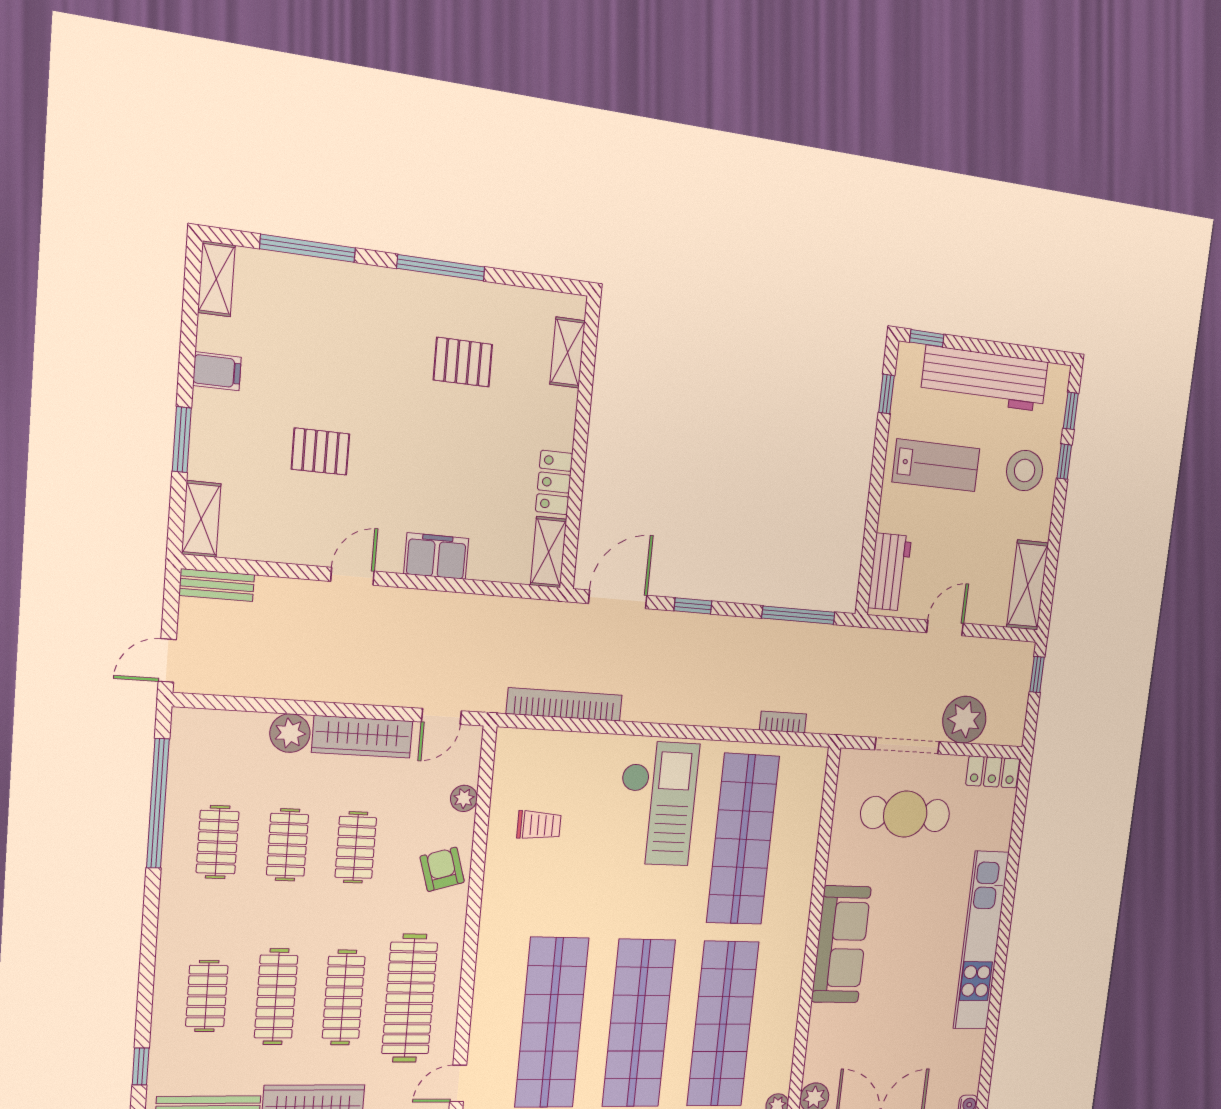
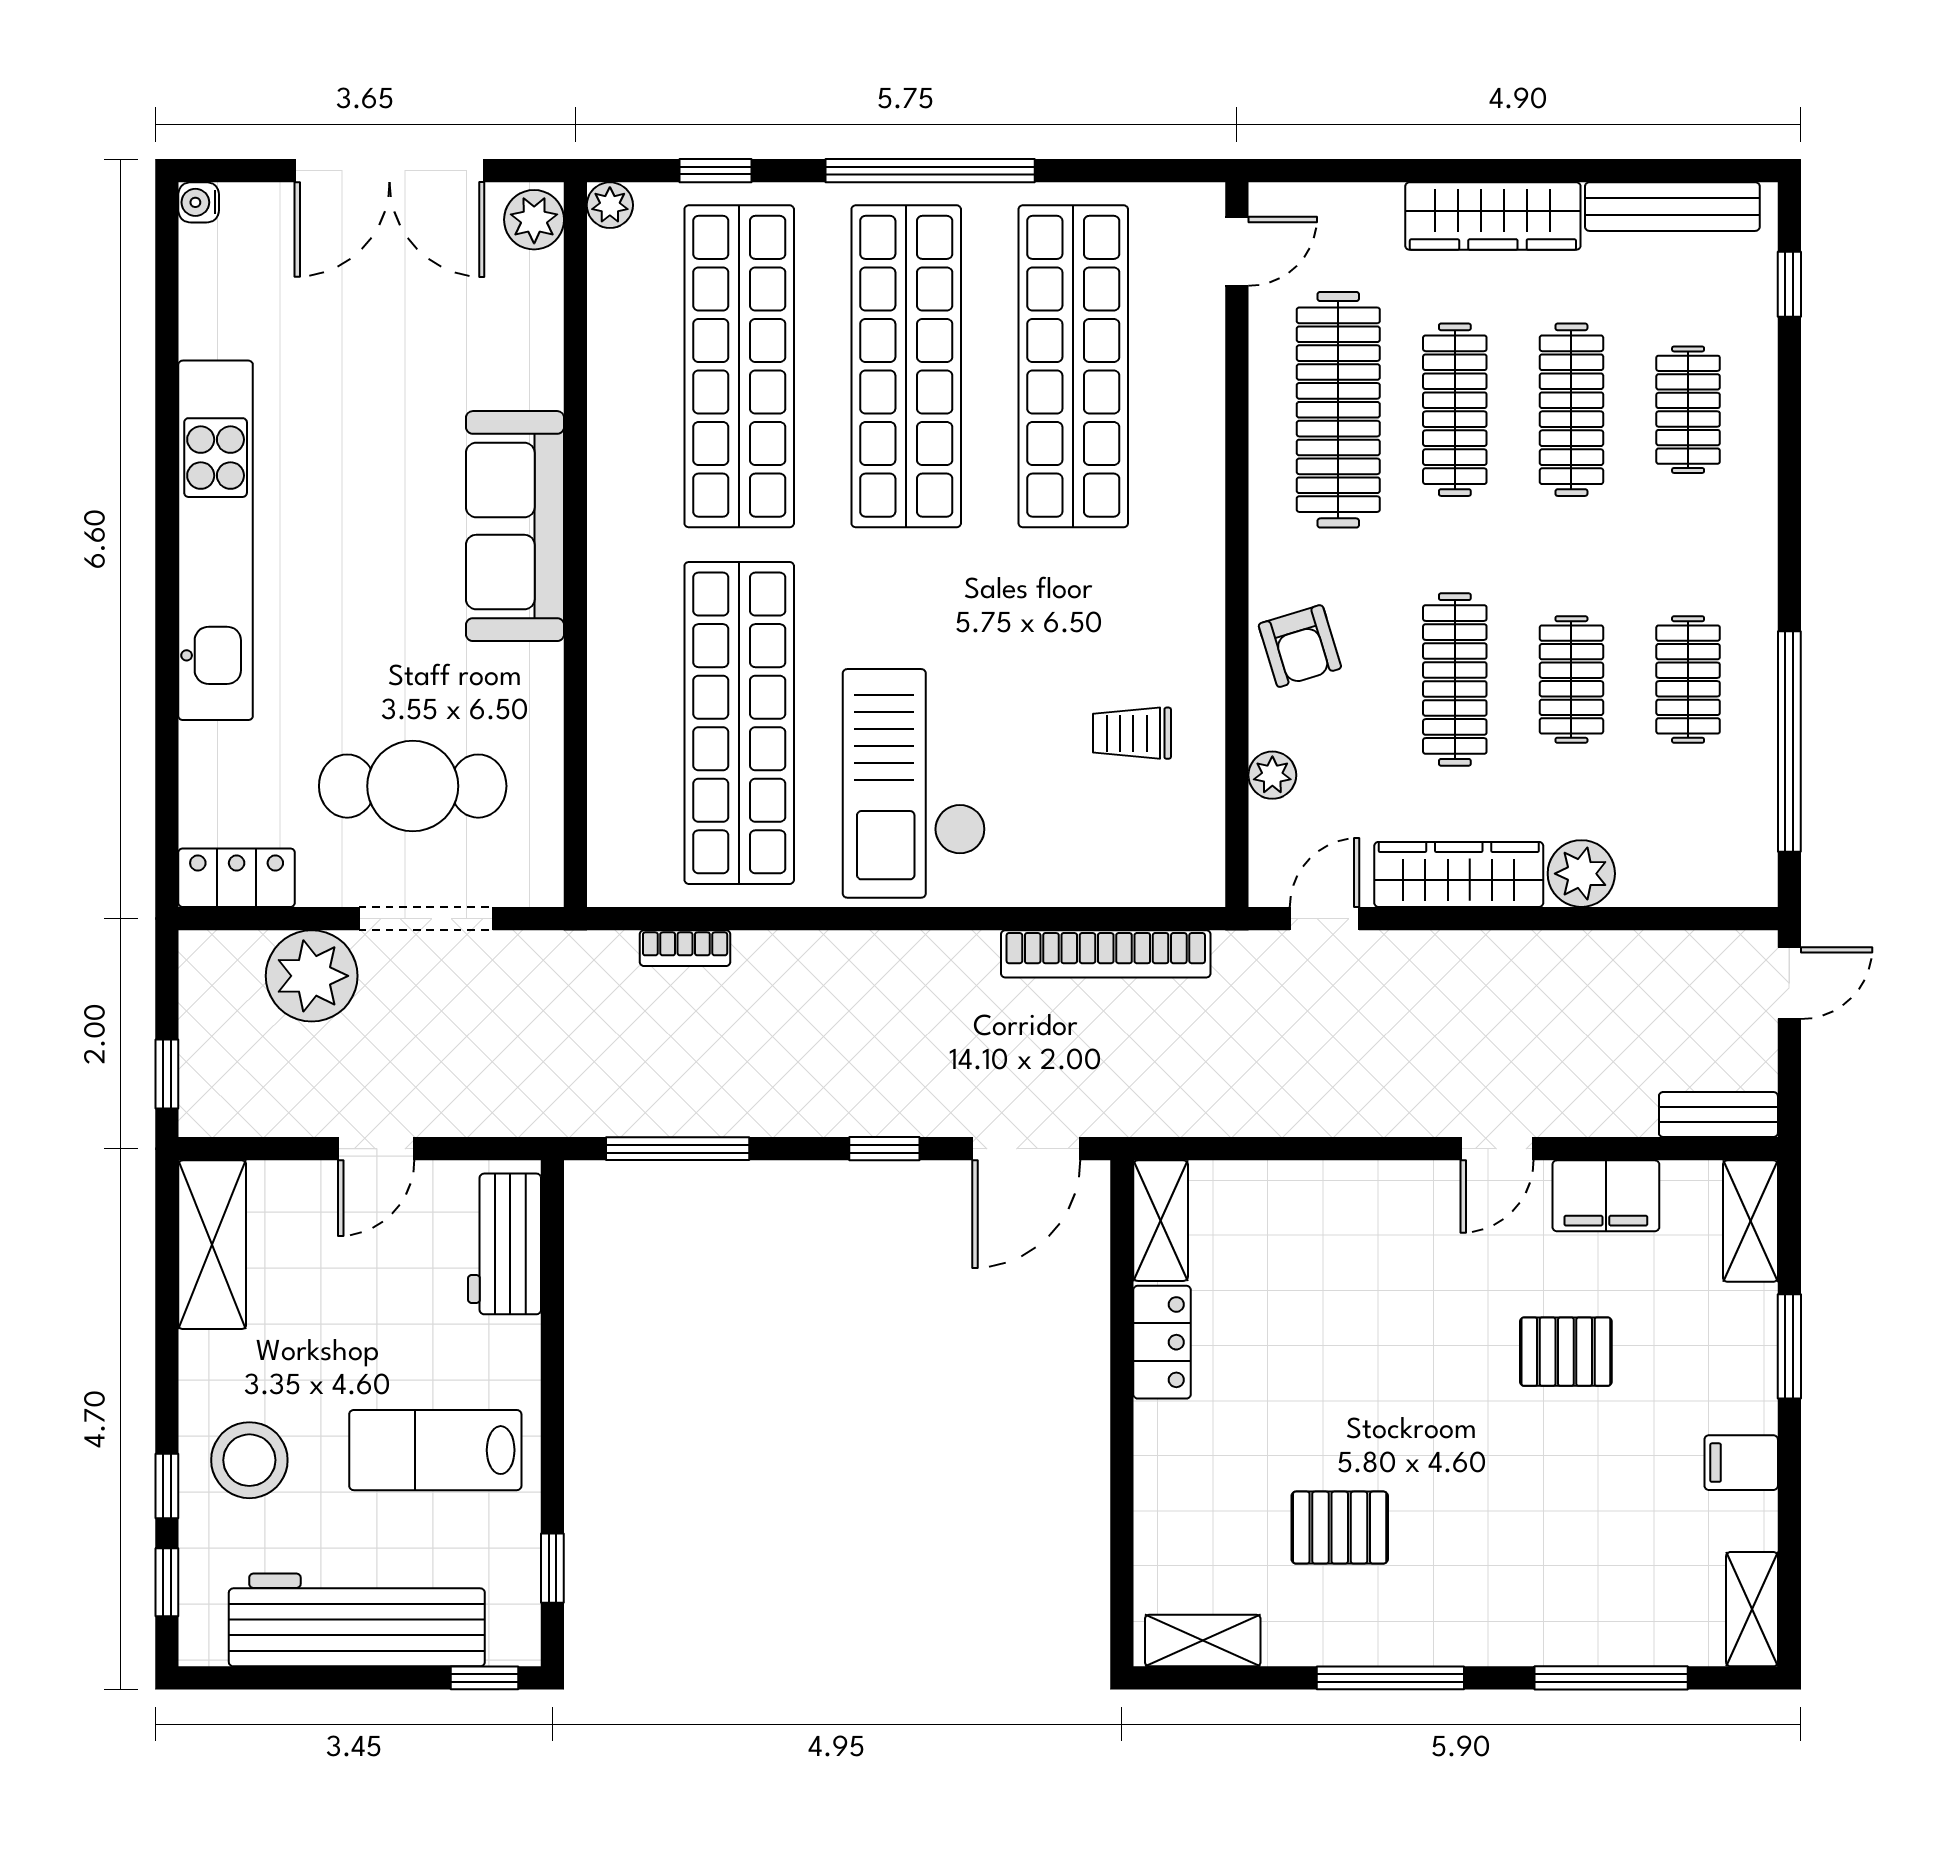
shelving: (568, 353) -> (1203, 1641), moved, turned 90
filing cabinet: (436, 556) -> (1606, 1196), moved
clothes rail: (356, 847) -> (1455, 680), width x1.36

